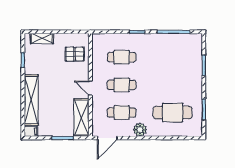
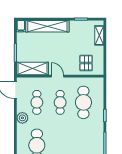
cafe table: (122, 57) -> (83, 102), width x1.37, depth x1.35
door: (90, 88) -> (57, 76), hinge flipped

